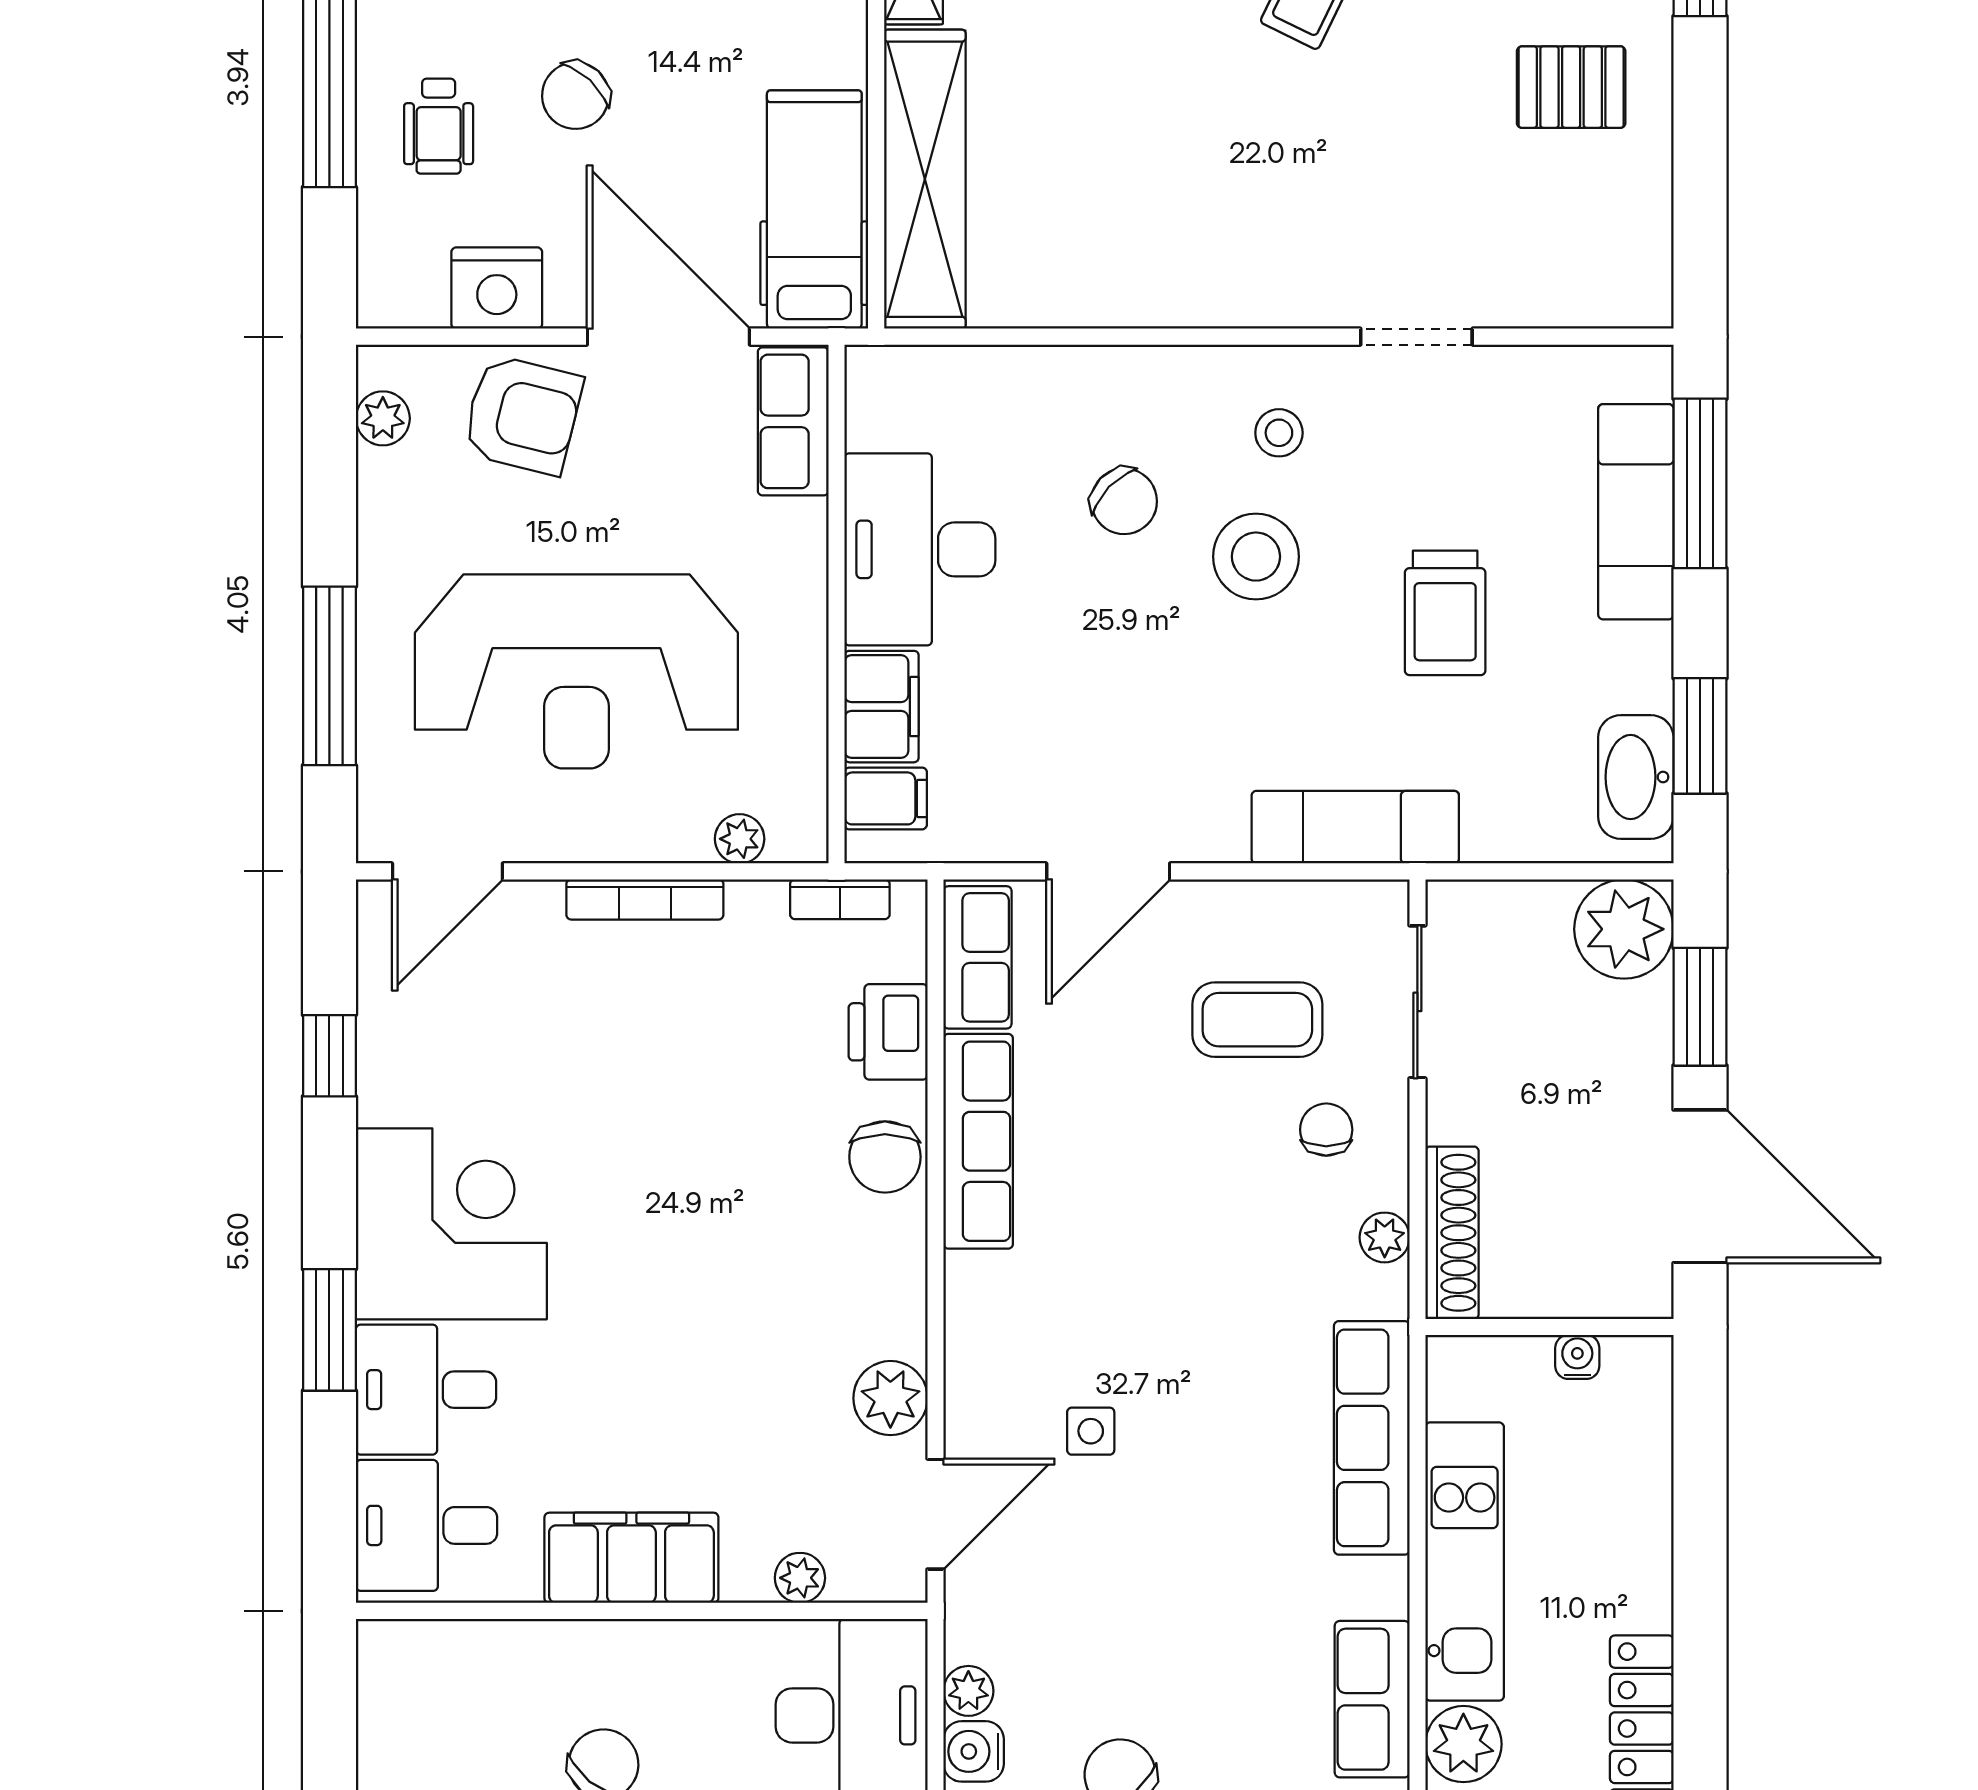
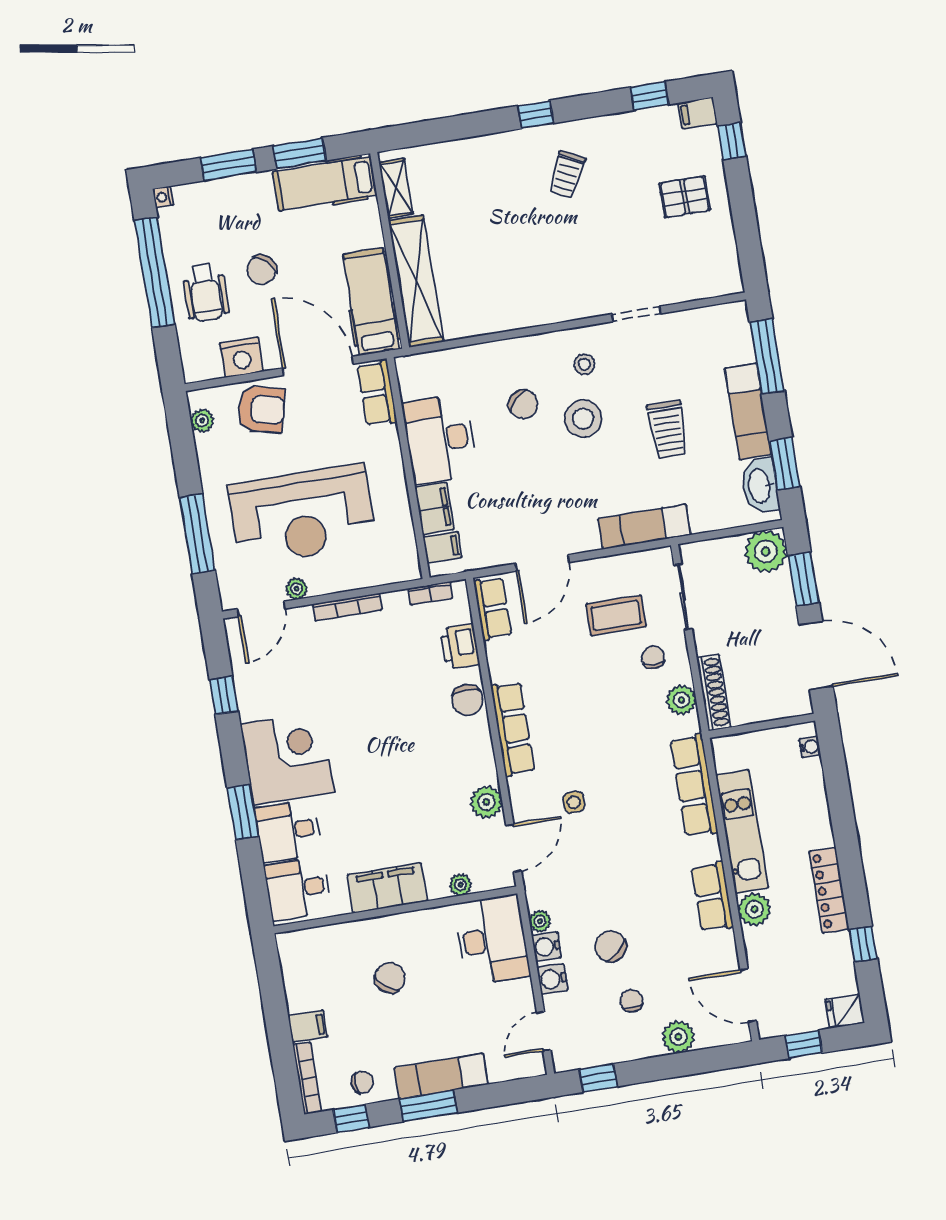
wheelchair: (439, 126) -> (206, 292), width x1.36, depth x1.37
exam couch: (1636, 512) -> (748, 412), moved
plant: (740, 839) -> (297, 589), moved
row of seats: (978, 1141) -> (513, 729), moved
plant: (1385, 1237) -> (681, 700), width x1.38, depth x1.38
water cooler: (1577, 1357) -> (810, 747), moved, turned 90

